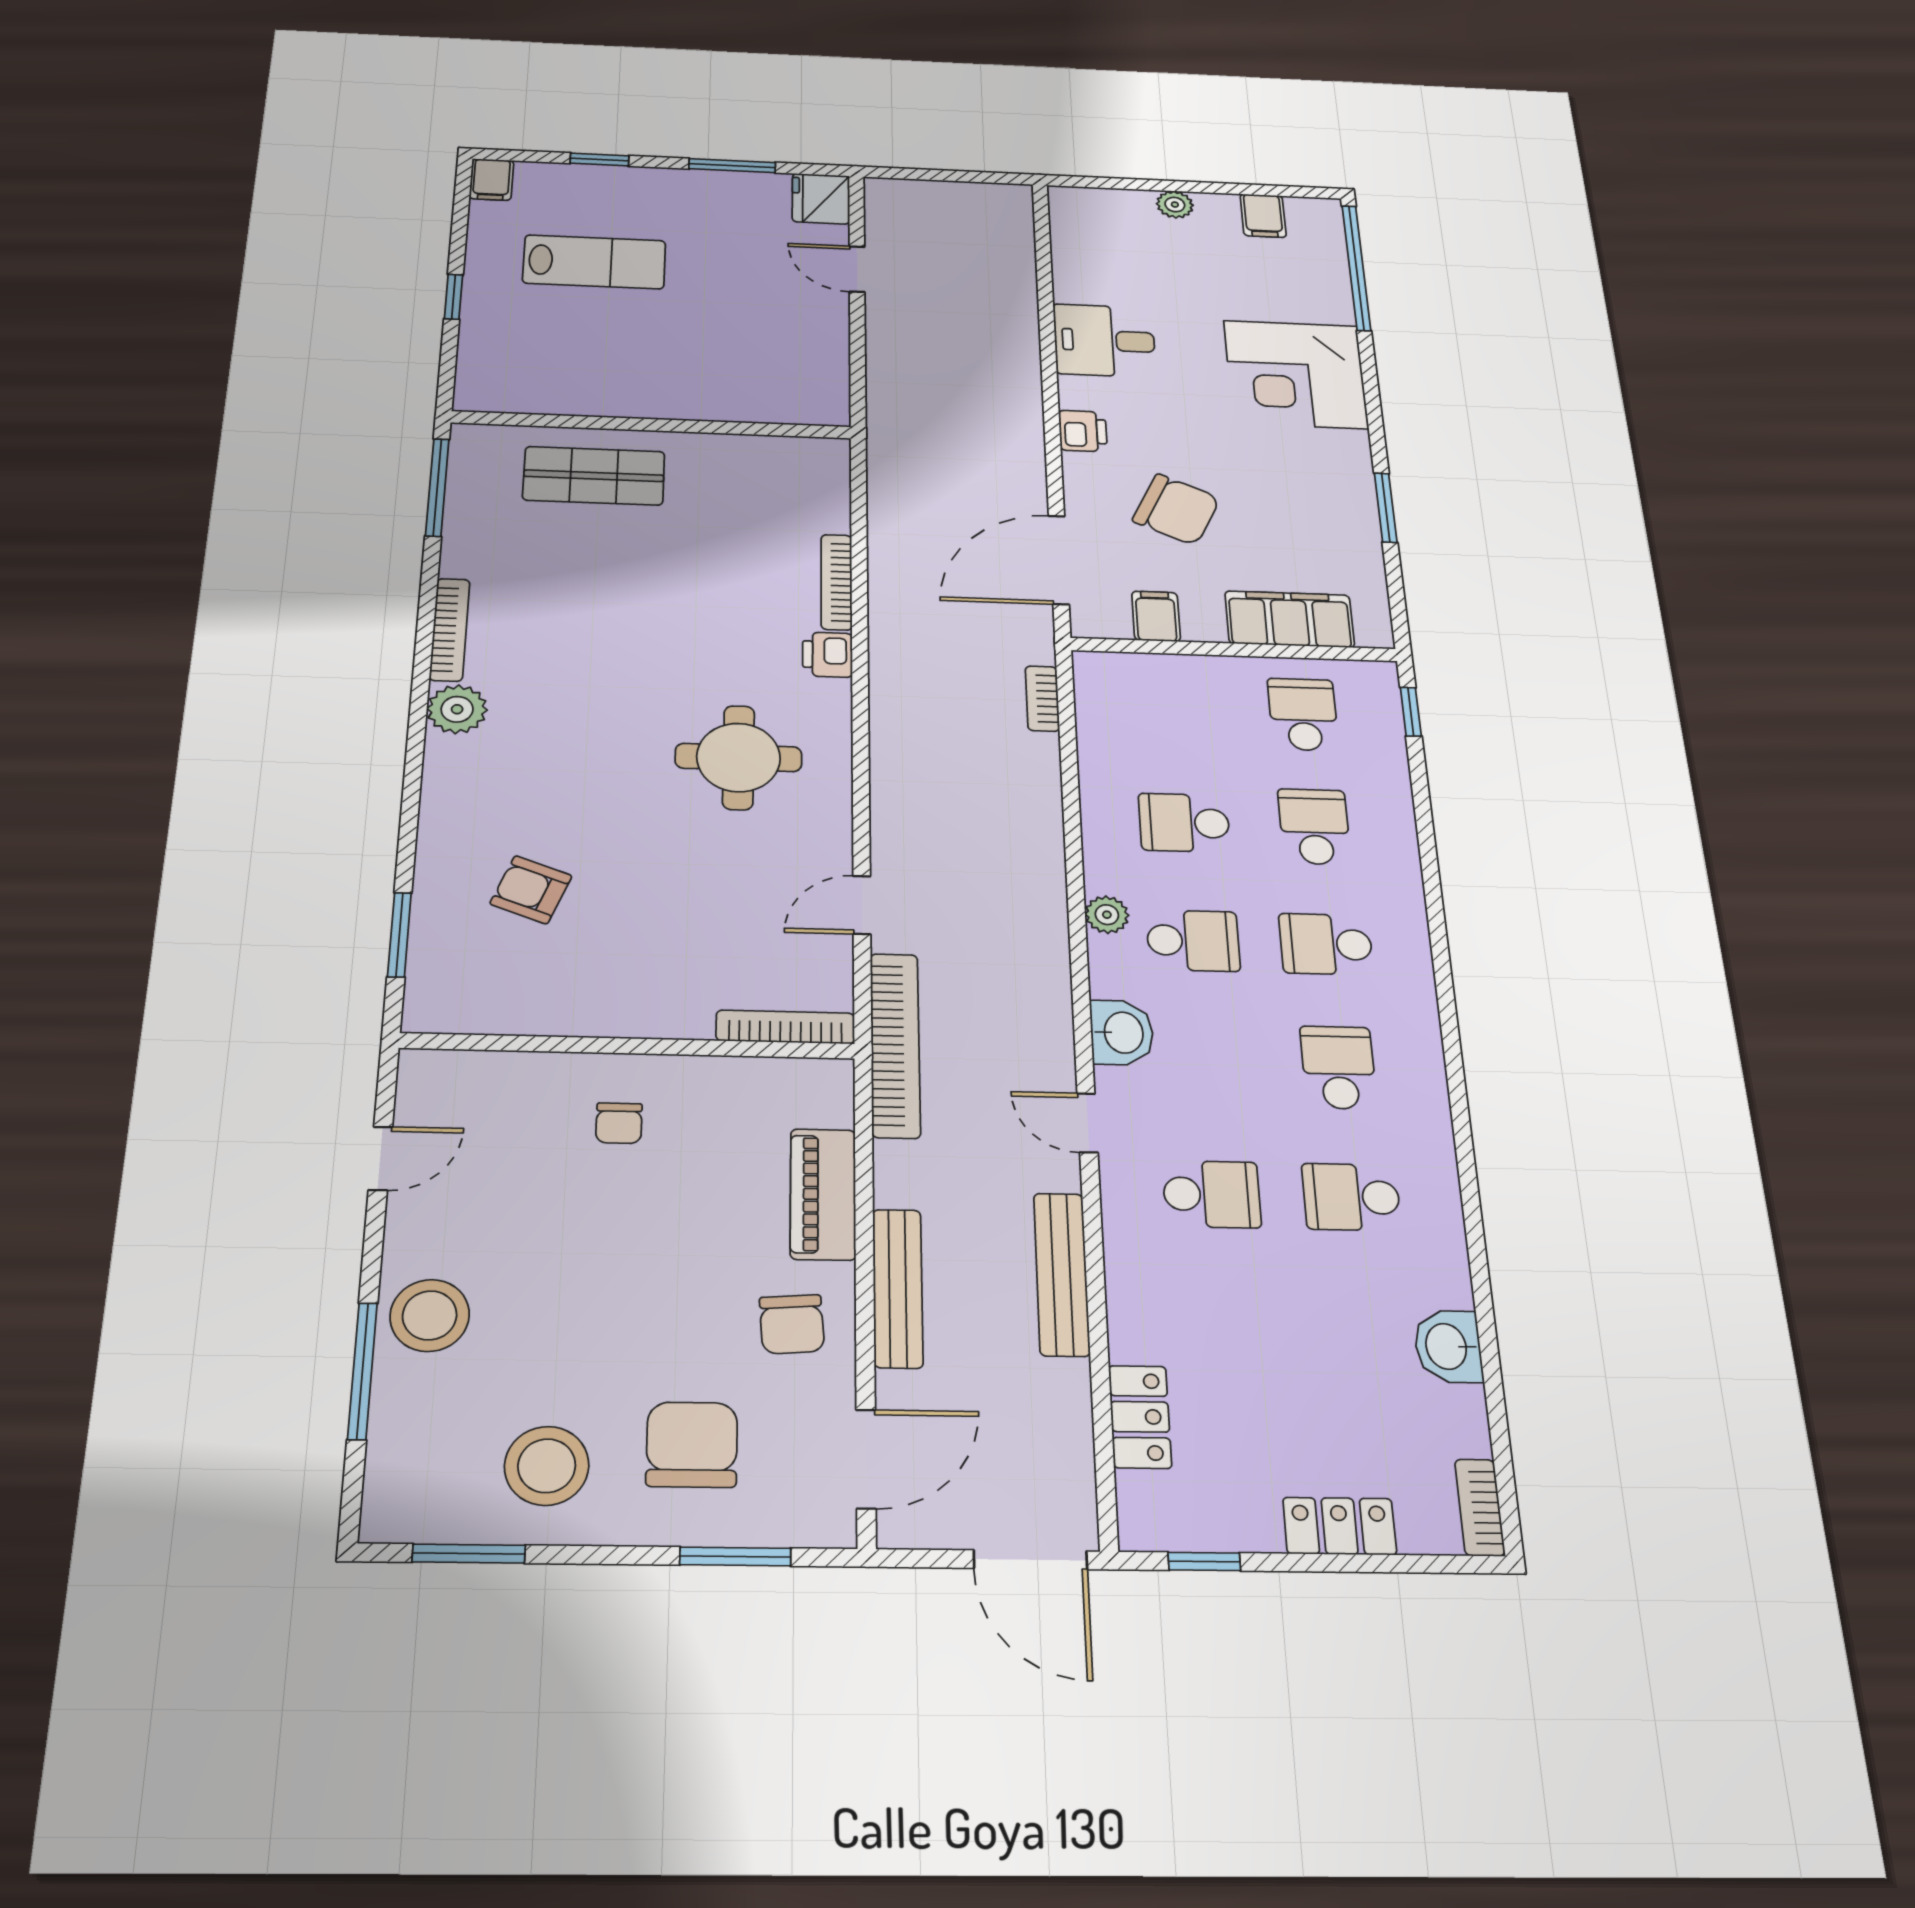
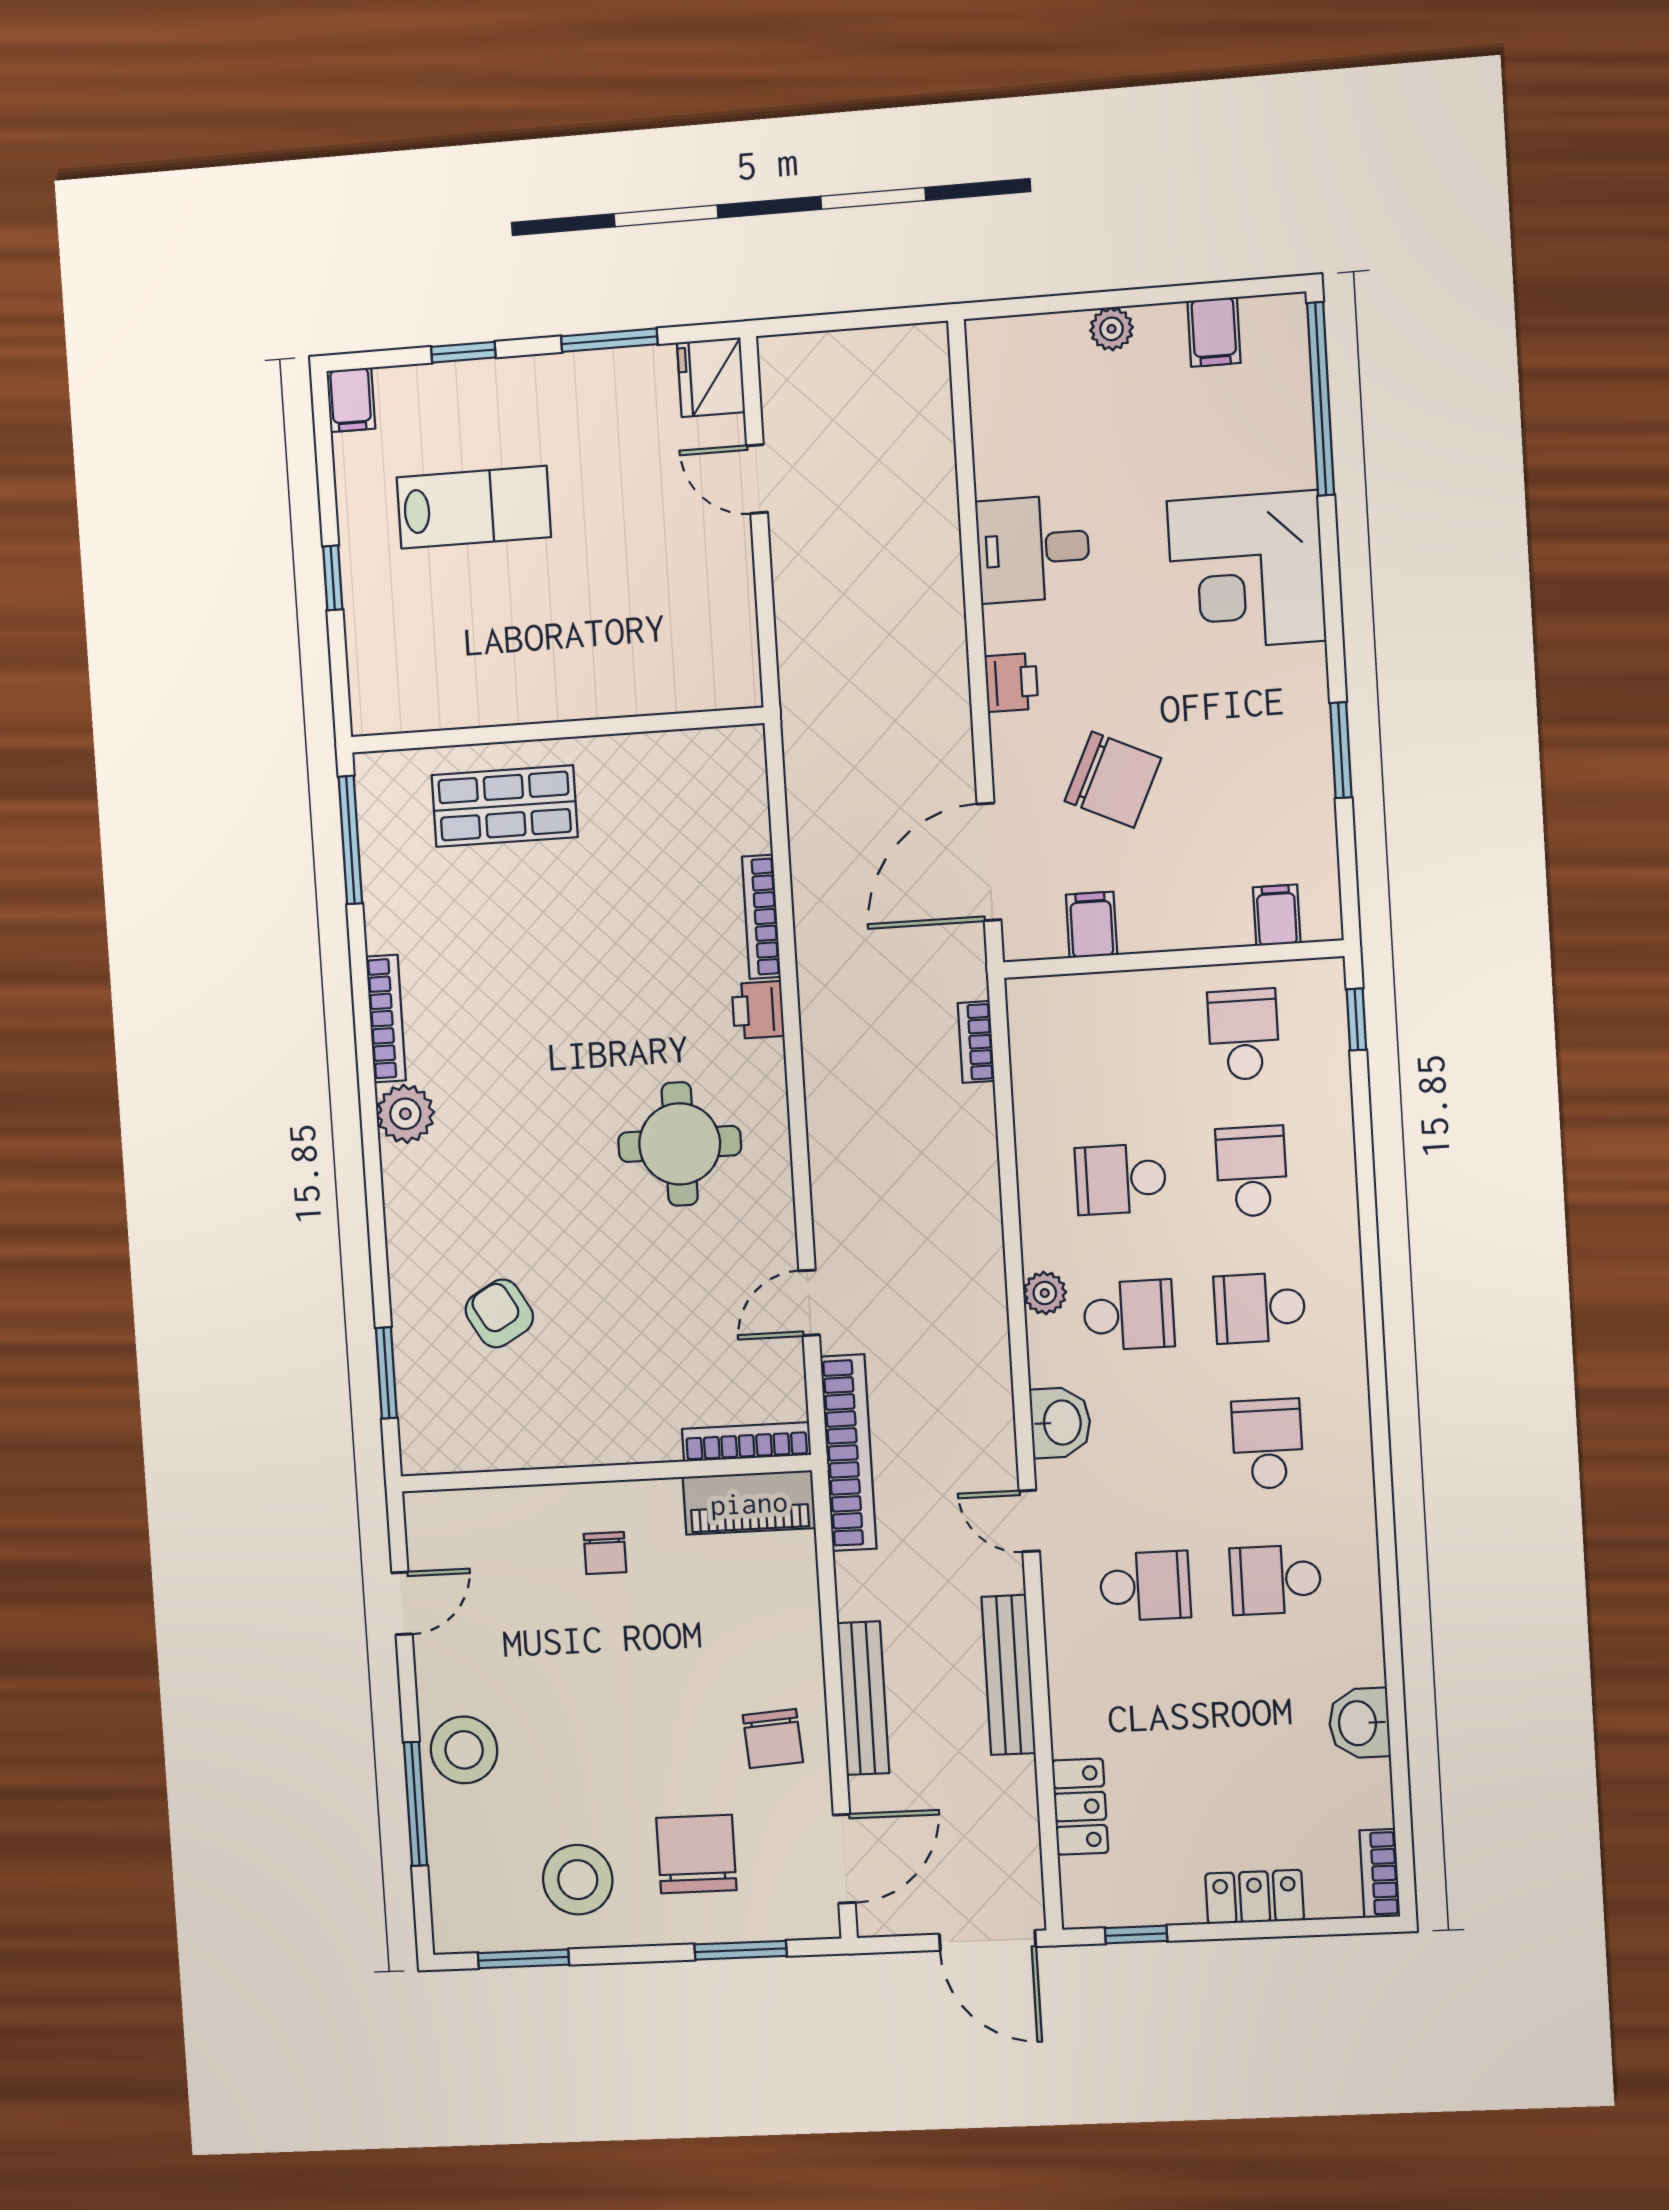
filing cabinet: (1290, 619) -> (1277, 915), width x0.33, depth x0.86
armchair: (531, 890) -> (499, 1313), turned 39
piano: (823, 1194) -> (749, 1503), moved, turned -90

